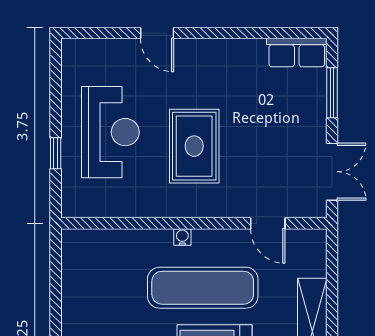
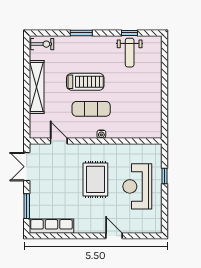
row of seats: (297, 53) -> (51, 226), width x1.48
exercise mat: (203, 288) -> (91, 109), width x0.73, depth x0.69

